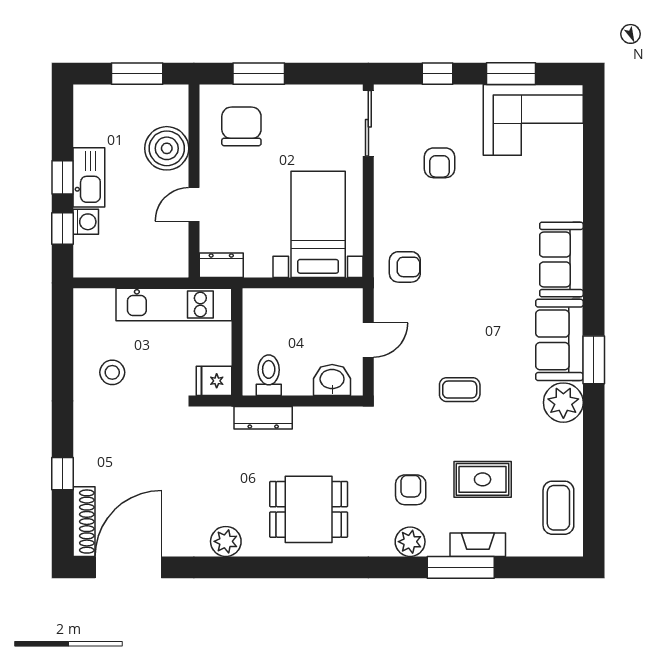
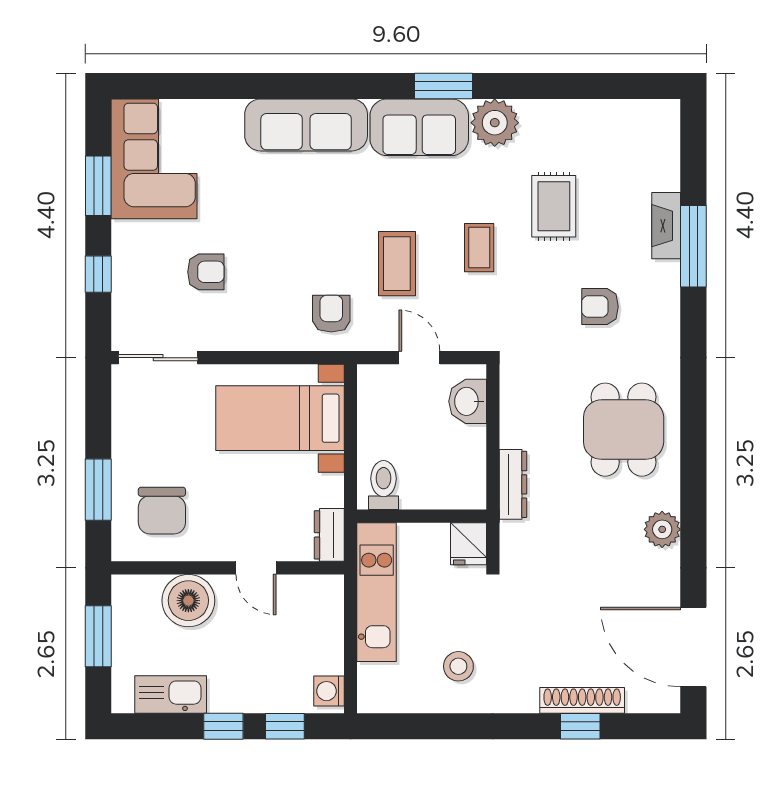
chair: (241, 126) -> (162, 511), turned -90
kitchen sink: (89, 177) -> (171, 694), moved
washing machine: (86, 222) -> (329, 691), moved, turned -90
sofa: (561, 260) -> (306, 125), width x1.36
toilet: (269, 375) -> (384, 485), moved, turned 90
rug: (483, 479) -> (554, 206), moved
coffee table: (558, 508) -> (397, 264), moved, turned 90
shoe rack: (84, 522) -> (582, 700), moved
plant: (410, 542) -> (663, 307), removed

